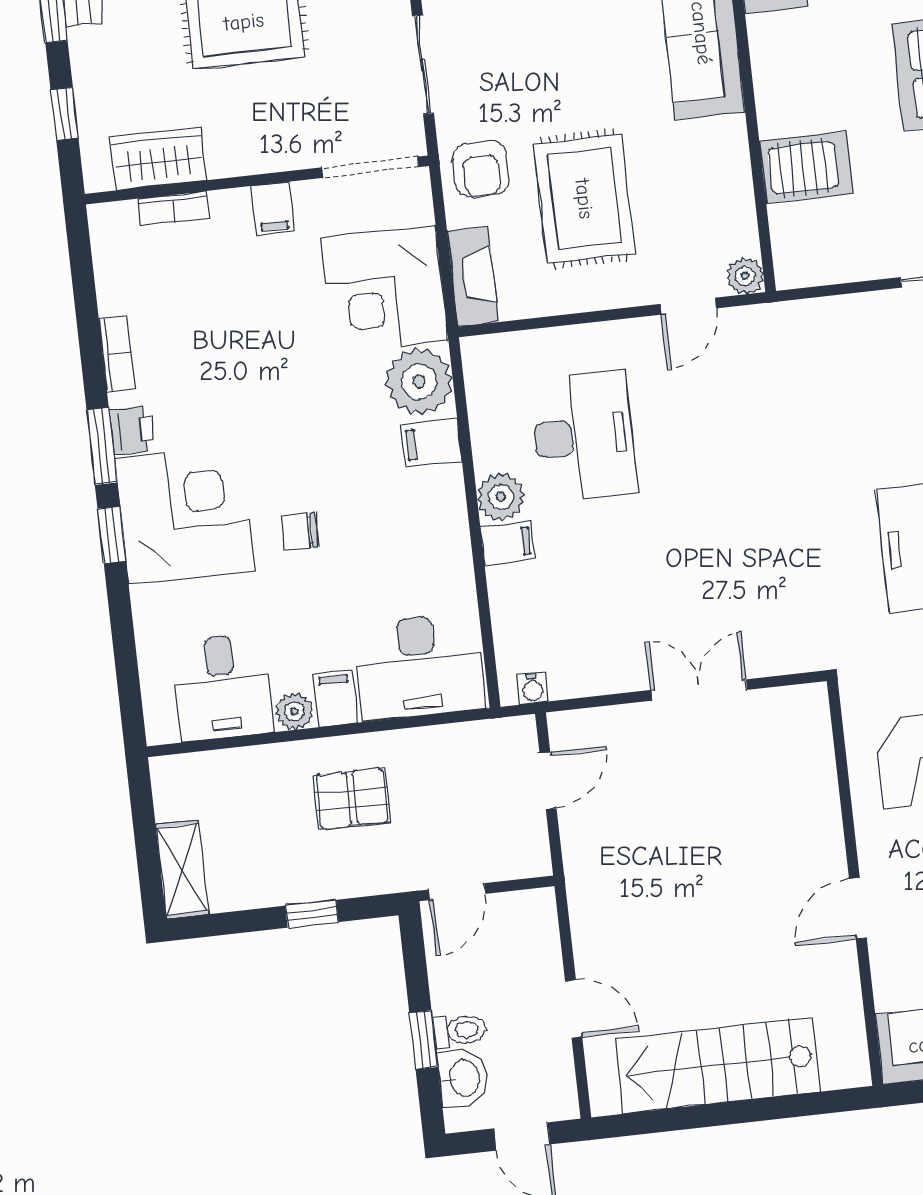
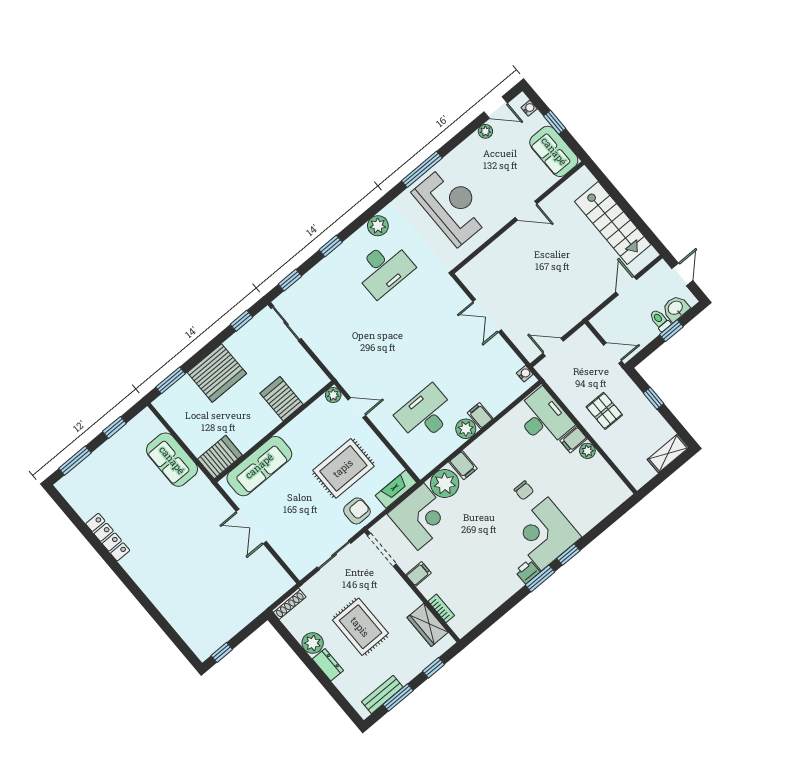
bookcase: (117, 354) -> (504, 594), removed
desk: (222, 687) -> (596, 481), removed

